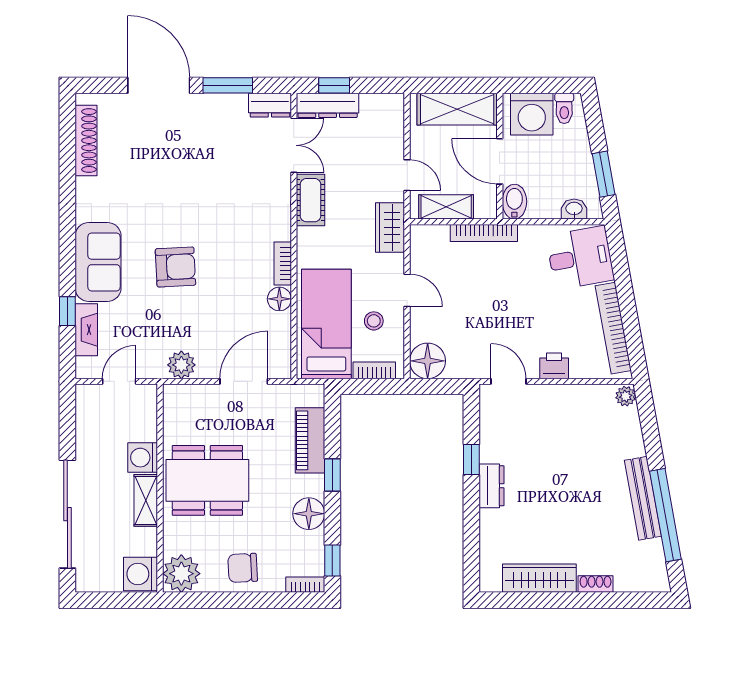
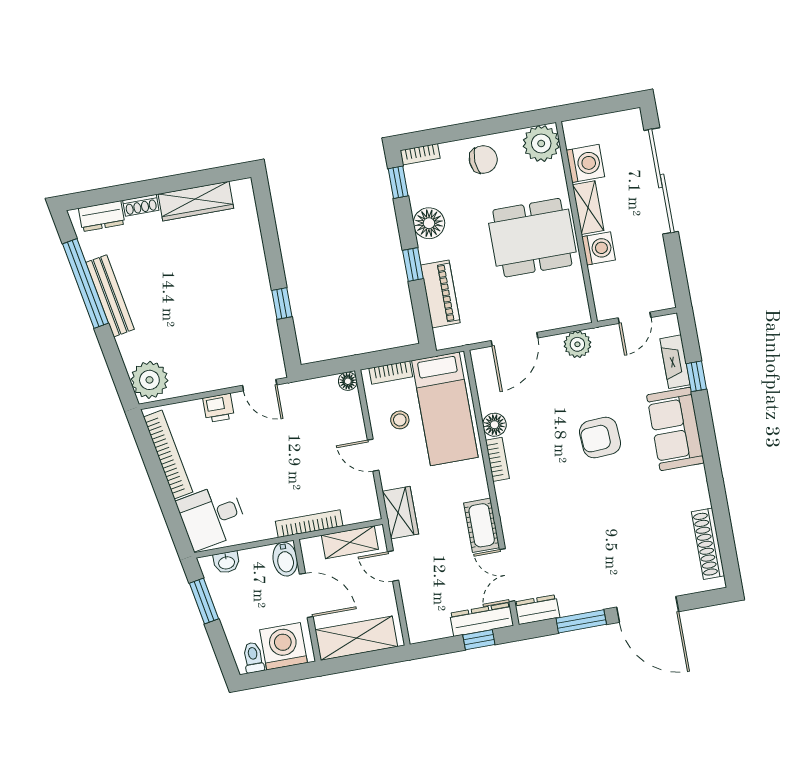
floor lamp: (428, 361) -> (348, 381), width x0.53, depth x0.53
plant: (626, 396) -> (149, 380), width x1.87, depth x1.87
dresser: (491, 486) -> (102, 216), moved, turned -90
washing machine: (141, 574) -> (585, 163), moved

